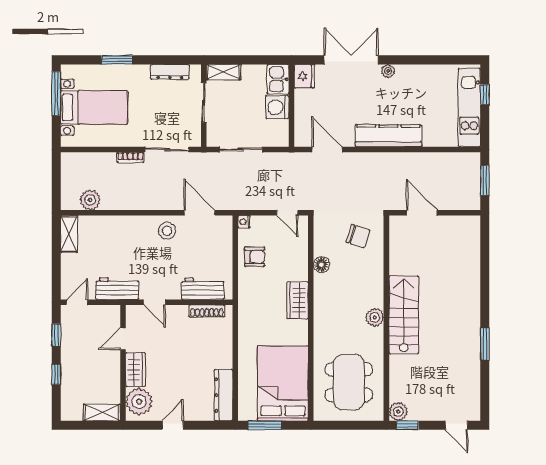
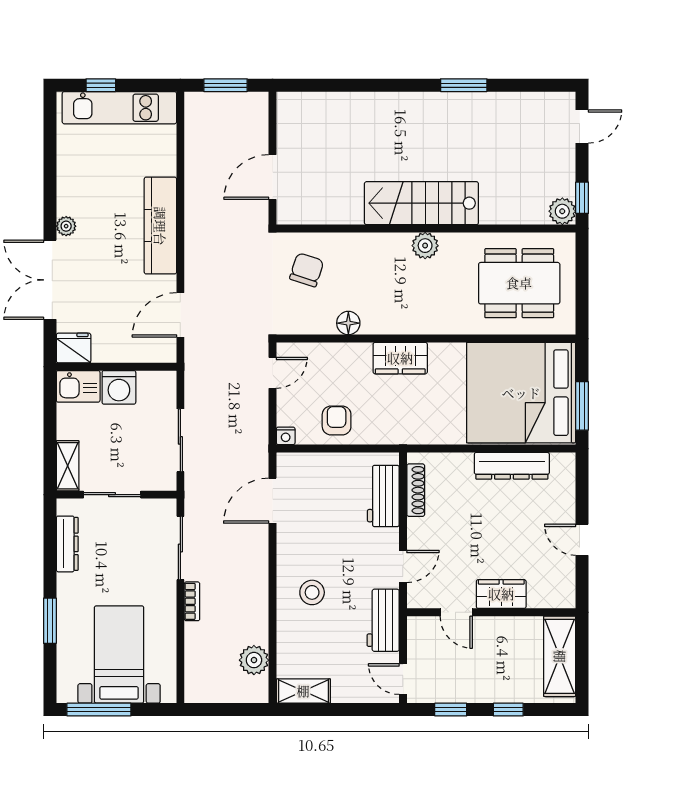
stool: (167, 231) -> (312, 592), moved
bed: (283, 383) -> (521, 393), width x1.36
dresser: (223, 395) -> (512, 466), moved
plant: (139, 402) -> (548, 589), removed
shelving: (102, 413) -> (560, 656), width x1.50, depth x1.33

